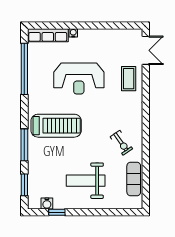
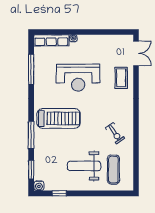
window: (24, 69) -> (31, 69), width x0.68
exercise mat: (134, 179) -> (113, 170), moved
water cooler: (47, 203) -> (39, 186), moved

